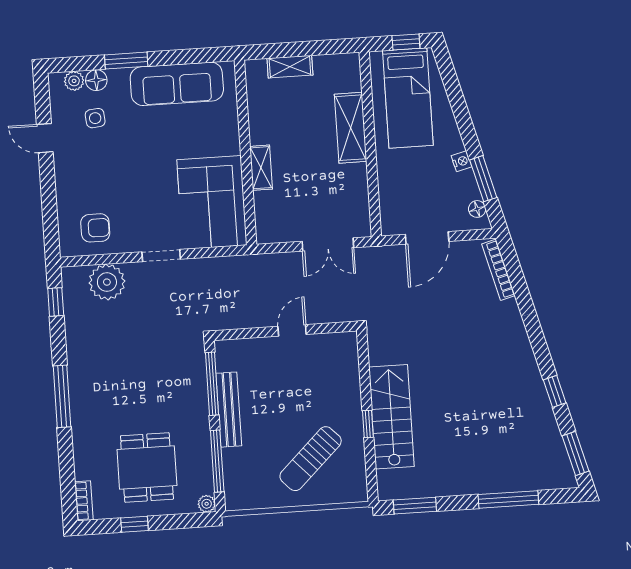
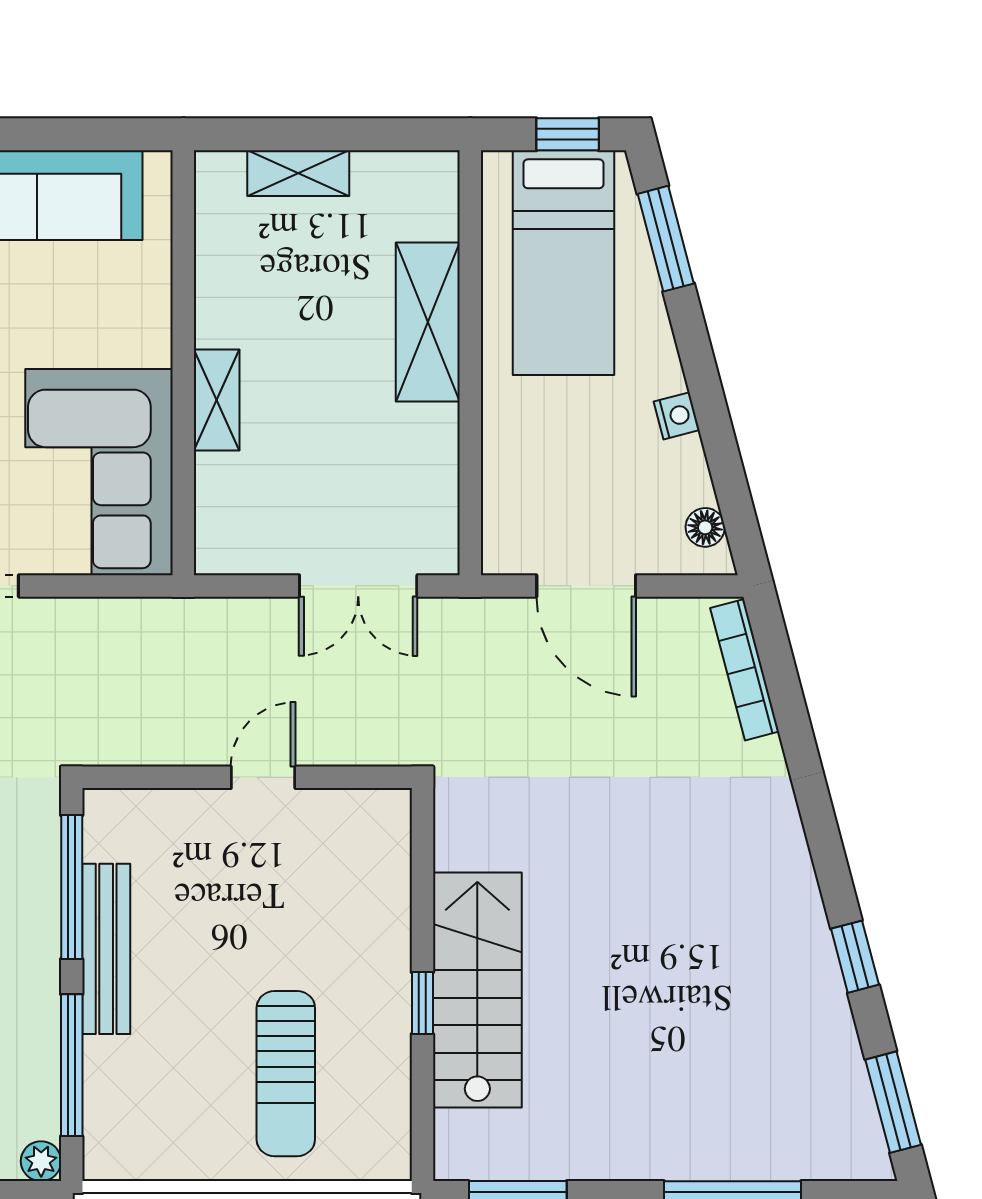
window: (483, 179) -> (666, 239), moved
door: (427, 238) -> (586, 586), hinge flipped
sun lounger: (311, 459) -> (286, 1074), turned -46

